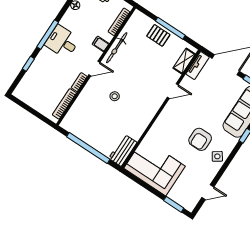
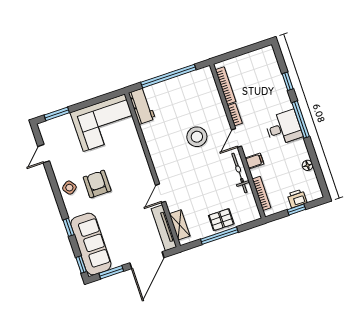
tv unit: (198, 66) -> (164, 228), width x1.41
stool: (115, 96) -> (197, 137), width x1.89, depth x1.89

